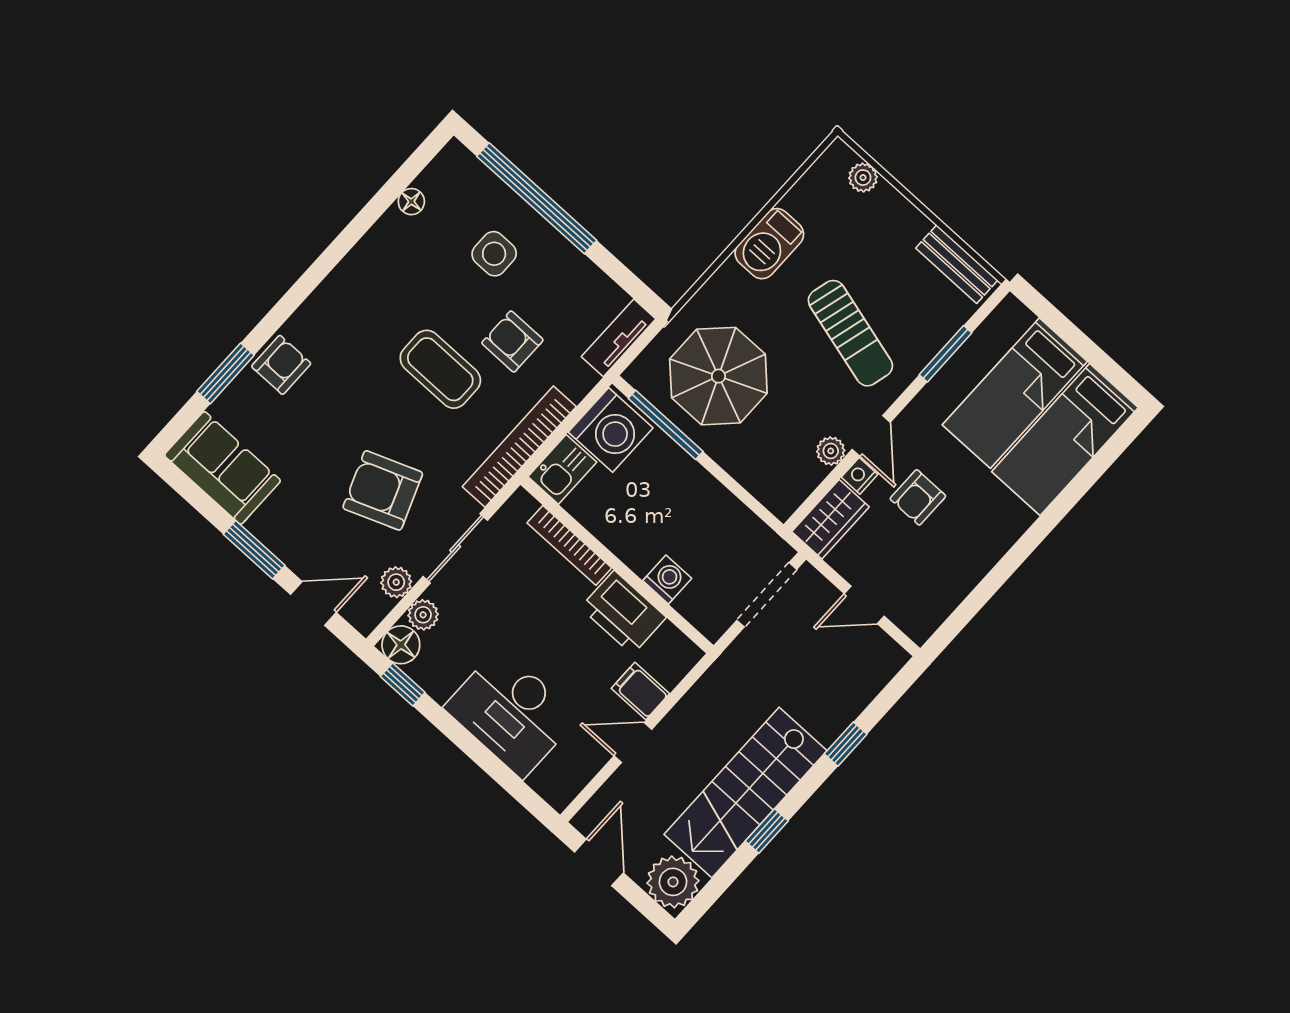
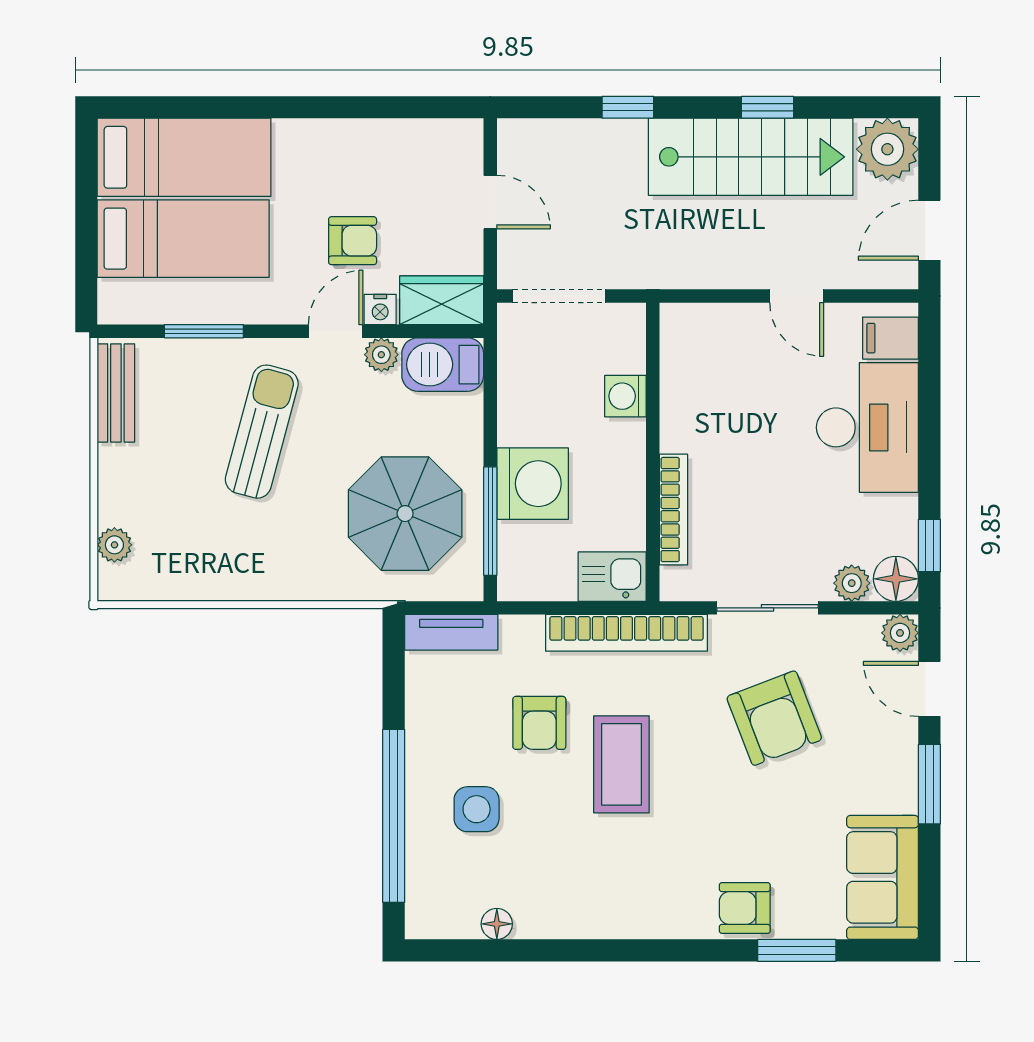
barbecue: (769, 244) -> (443, 365), moved, turned 180
washing machine: (611, 430) -> (533, 484), moved, turned 90
plant: (396, 582) -> (900, 633), moved
printer: (623, 613) -> (690, 408), removed
filing cabinet: (640, 691) -> (890, 338), moved, turned 90

